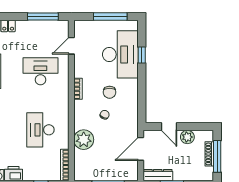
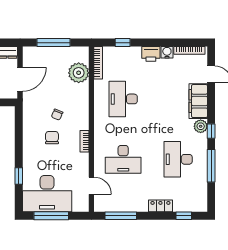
door: (71, 46) -> (91, 186), hinge flipped
desk: (120, 54) -> (47, 194), moved, turned -90
desk: (40, 130) -> (123, 99), turned 180
plant: (84, 140) -> (79, 73), moved

